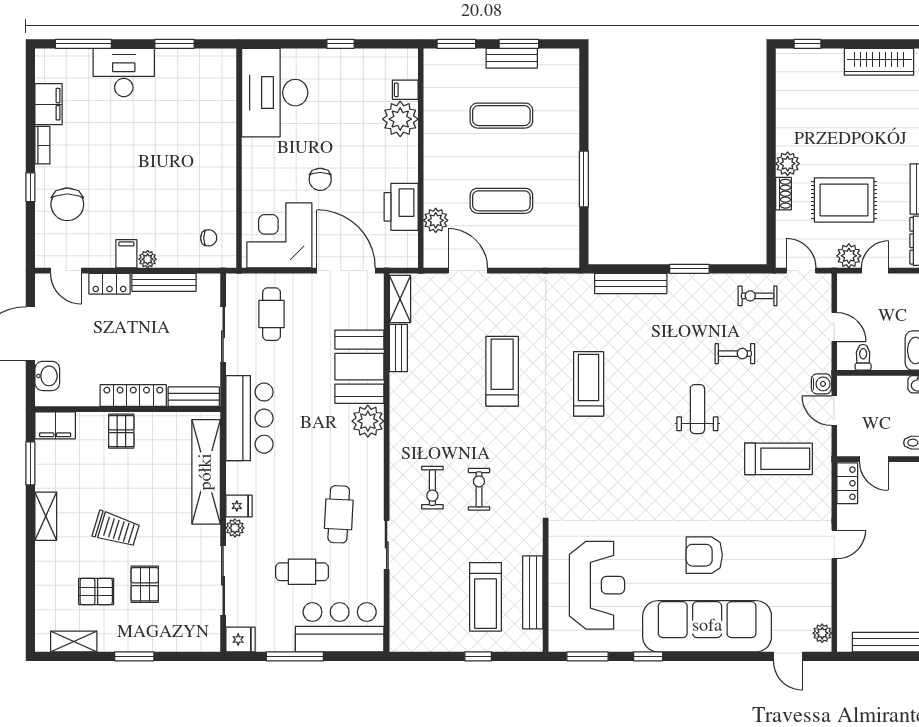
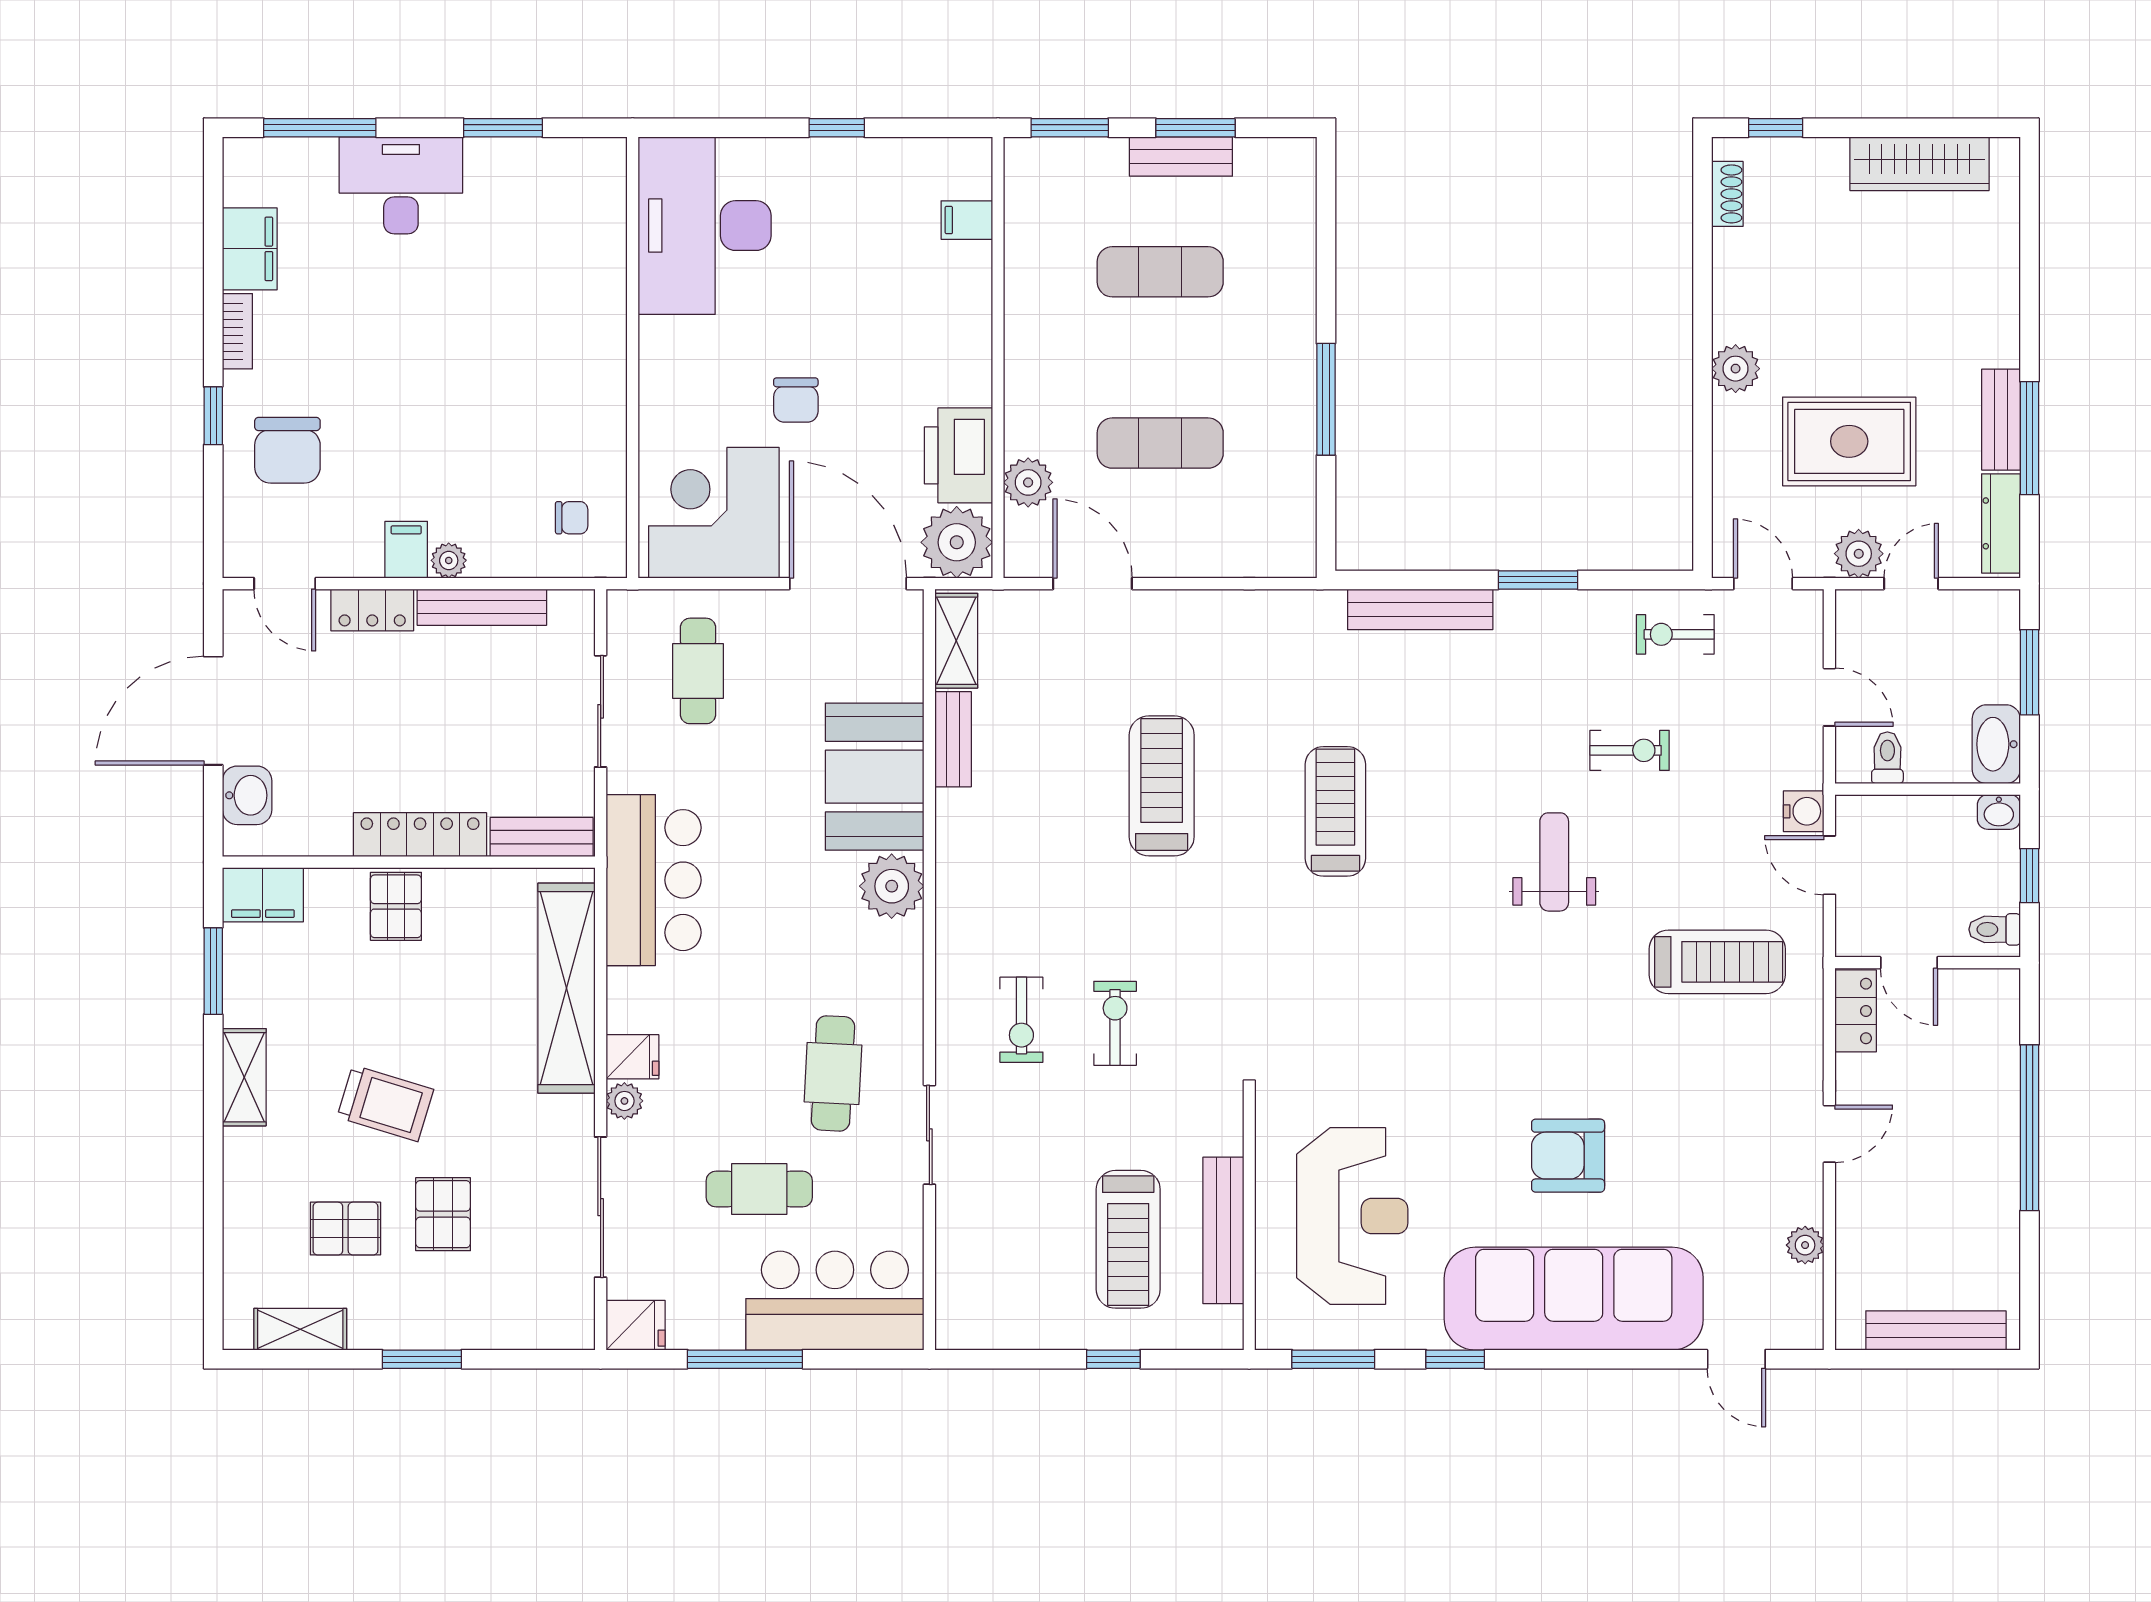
plant: (400, 119) -> (957, 542), moved
shoe rack: (783, 194) -> (1727, 194), moved
plant: (822, 633) -> (1805, 1245), moved

